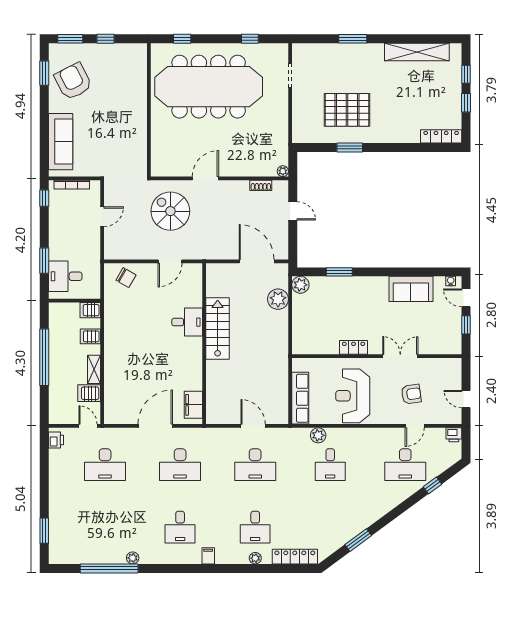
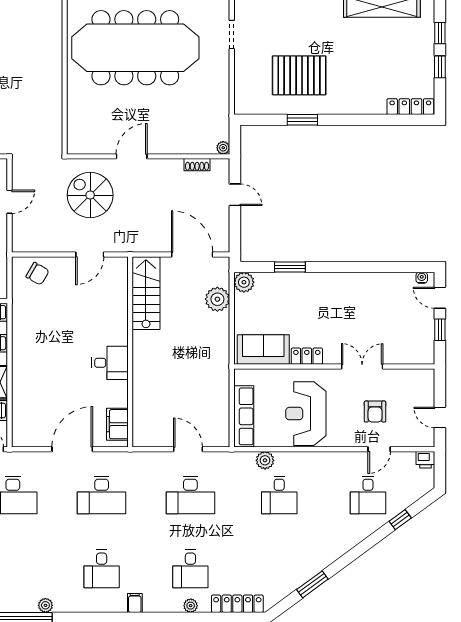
sofa: (411, 289) -> (263, 350), moved, turned 180
desk: (187, 322) -> (110, 363), moved
stairs: (218, 329) -> (146, 293), moved
armchair: (411, 394) -> (375, 412), turned 98
desk: (405, 465) -> (368, 495), width x0.73

